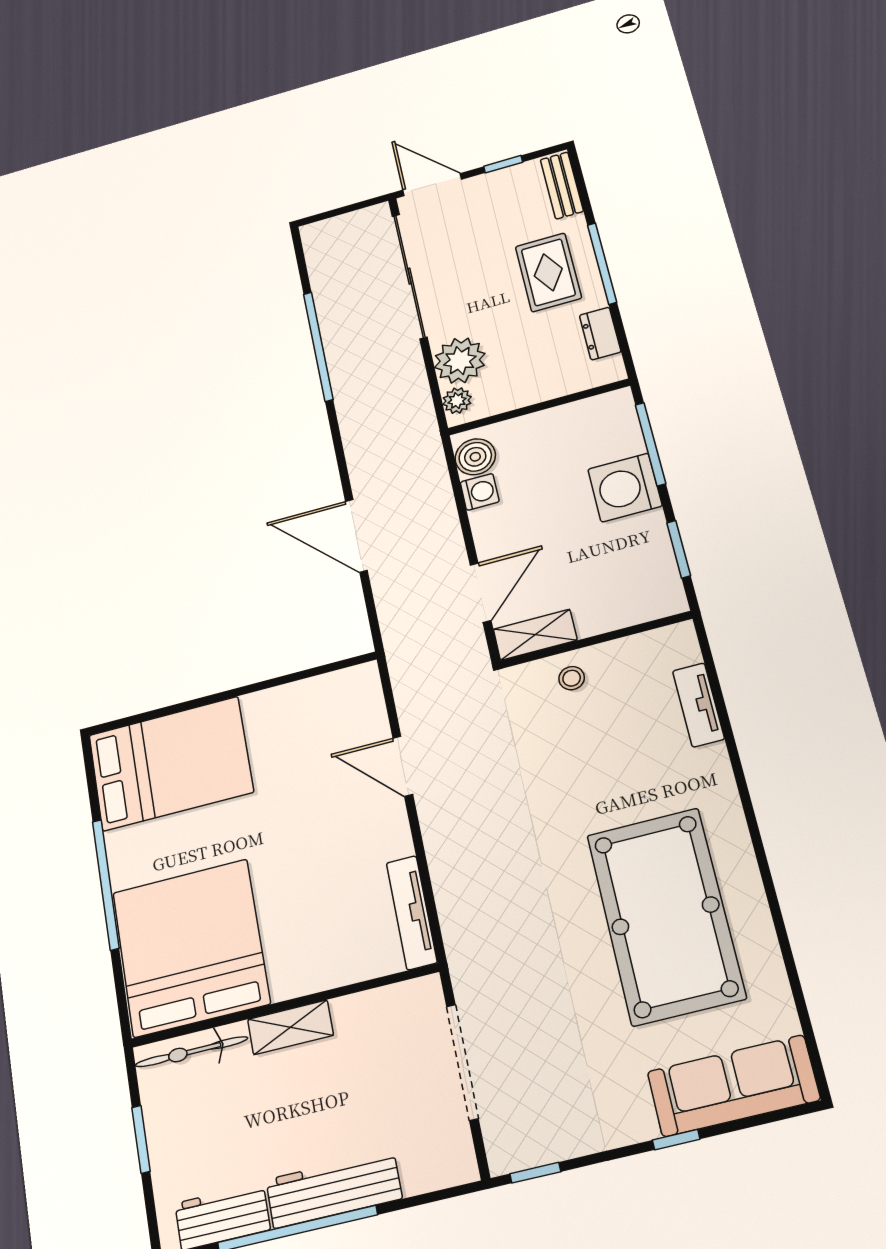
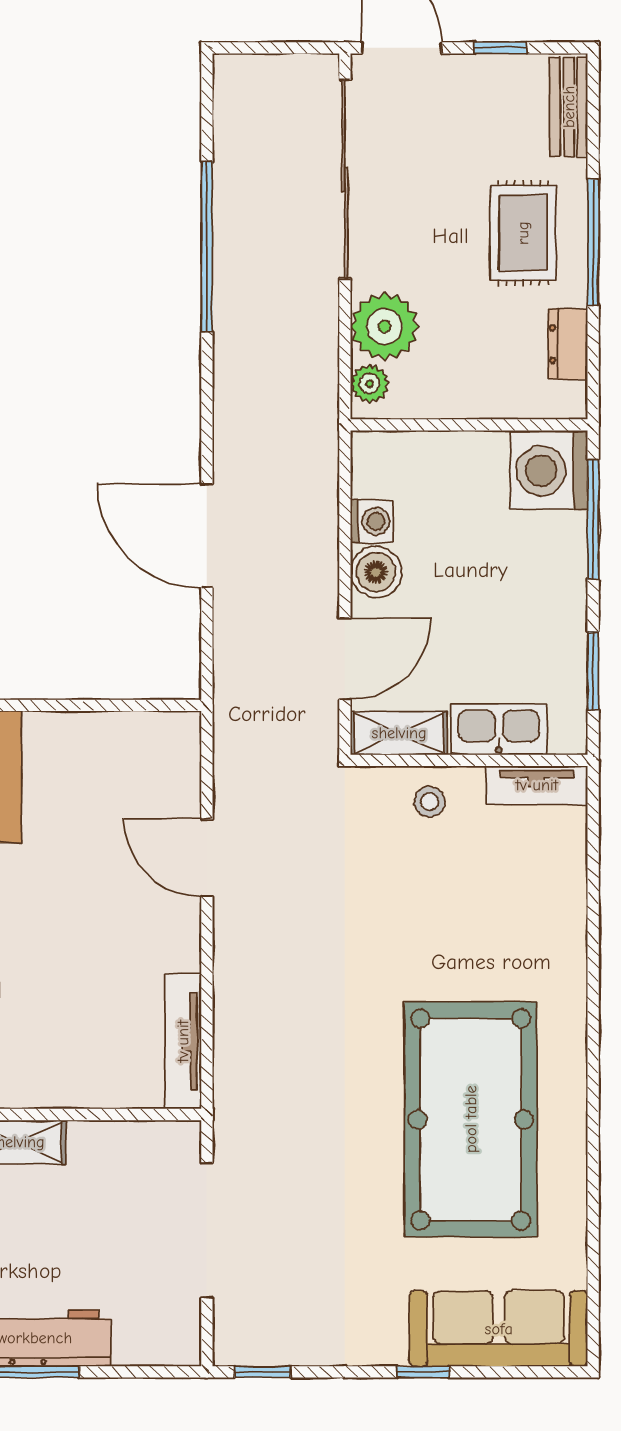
boiler: (475, 457) -> (376, 572), moved
washing machine: (625, 488) -> (549, 471), moved
kitchen sink: (614, 611) -> (499, 730), added
tv unit: (698, 705) -> (537, 785), moved, turned -90

